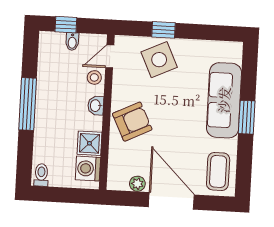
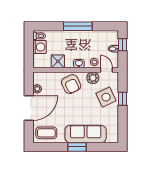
plant: (123, 82) -> (93, 78), added
washing machine: (88, 169) -> (39, 47), moved, turned 90

